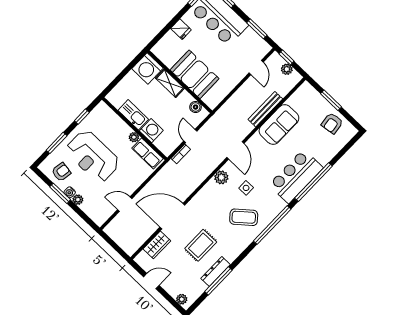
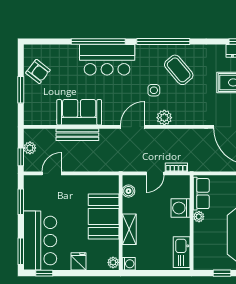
plant: (158, 52) -> (113, 262), added
washing machine: (147, 68) -> (129, 264), width x0.53, depth x0.53
kitchen sink: (133, 115) -> (182, 252), moved
armchair: (332, 123) -> (38, 71), turned 46

